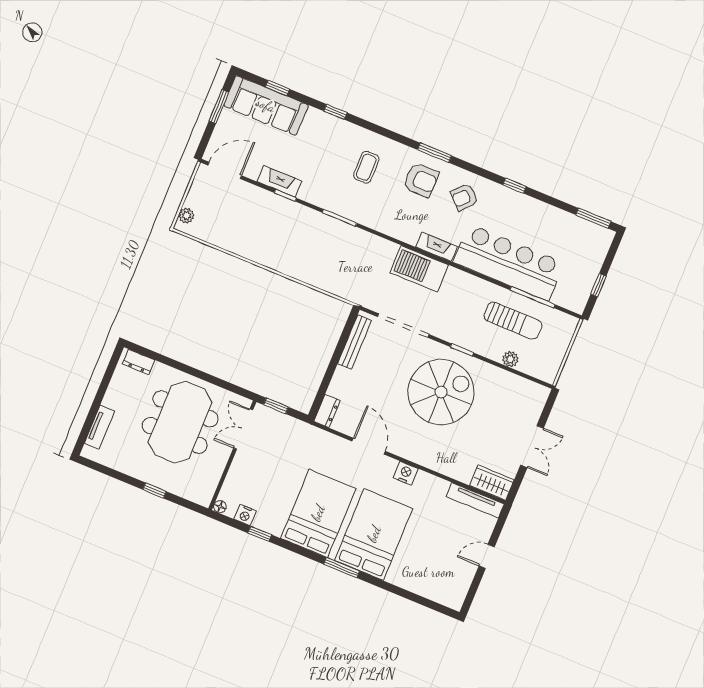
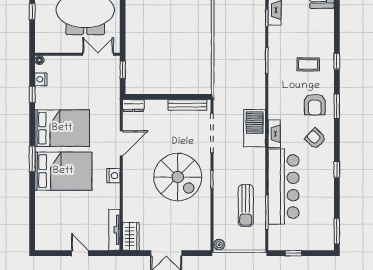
window: (335, 112) -> (337, 61), moved
plant: (510, 359) -> (219, 245), moved

